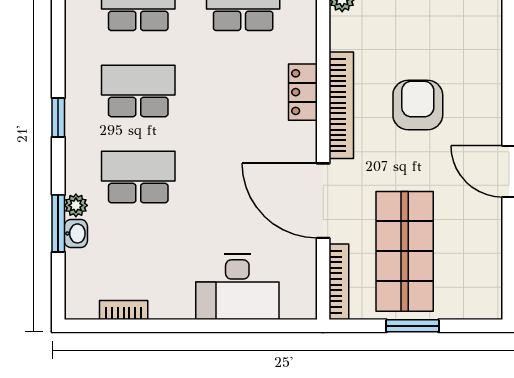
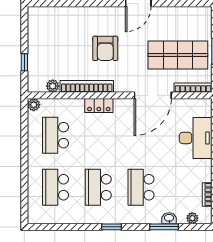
bookcase: (341, 105) -> (87, 86), moved
armchair: (418, 105) -> (105, 48), turned -90
plant: (76, 205) -> (192, 218), moved

